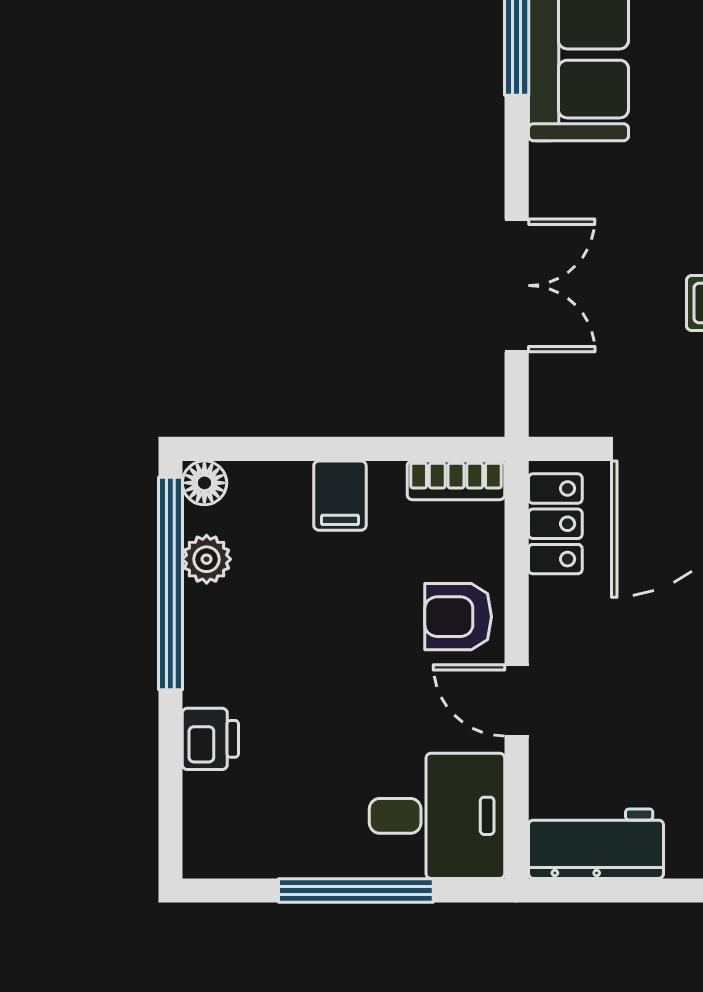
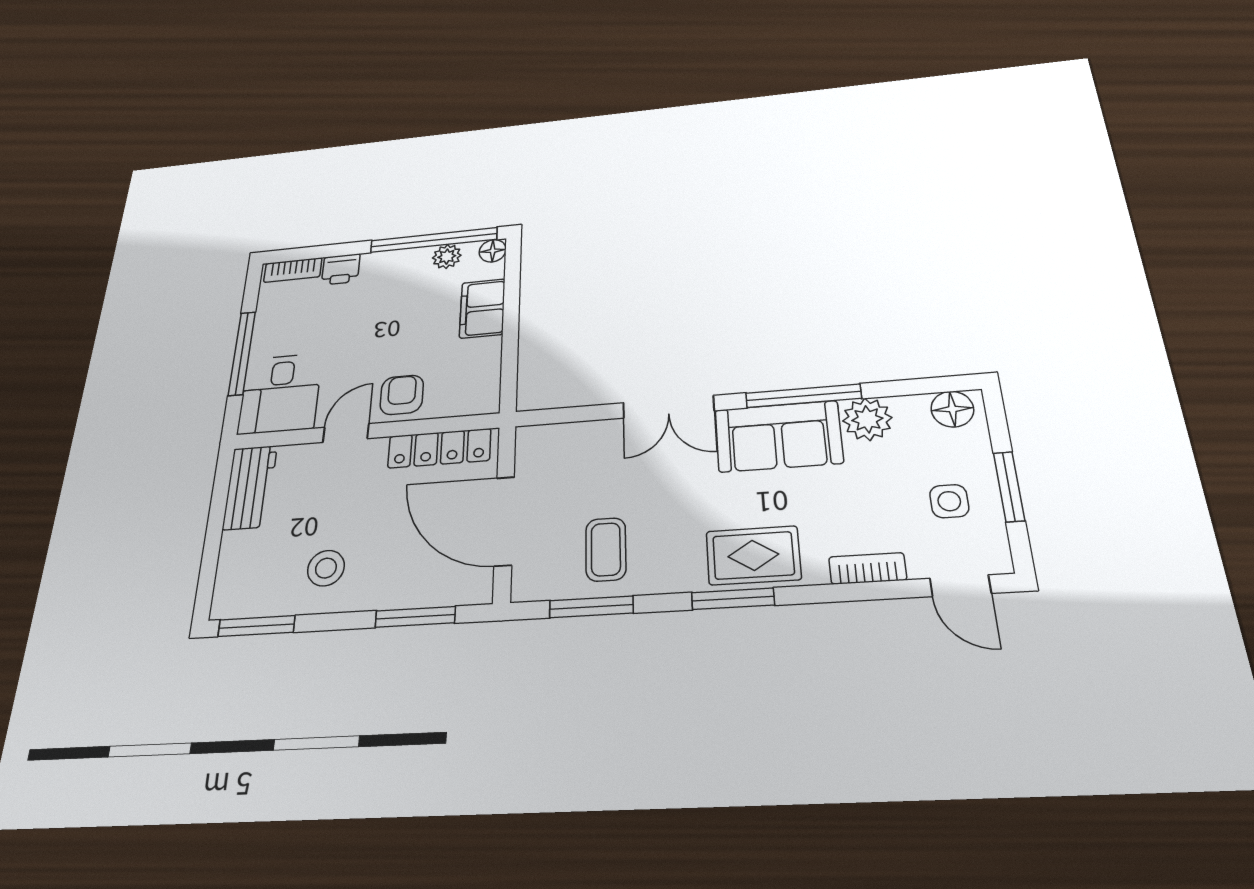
double door: (517, 285) -> (668, 407), moved
bookcase: (456, 480) -> (293, 270), moved, turned -90
filing cabinet: (340, 496) -> (482, 308), width x2.00
locker: (555, 524) -> (439, 448), width x1.53

